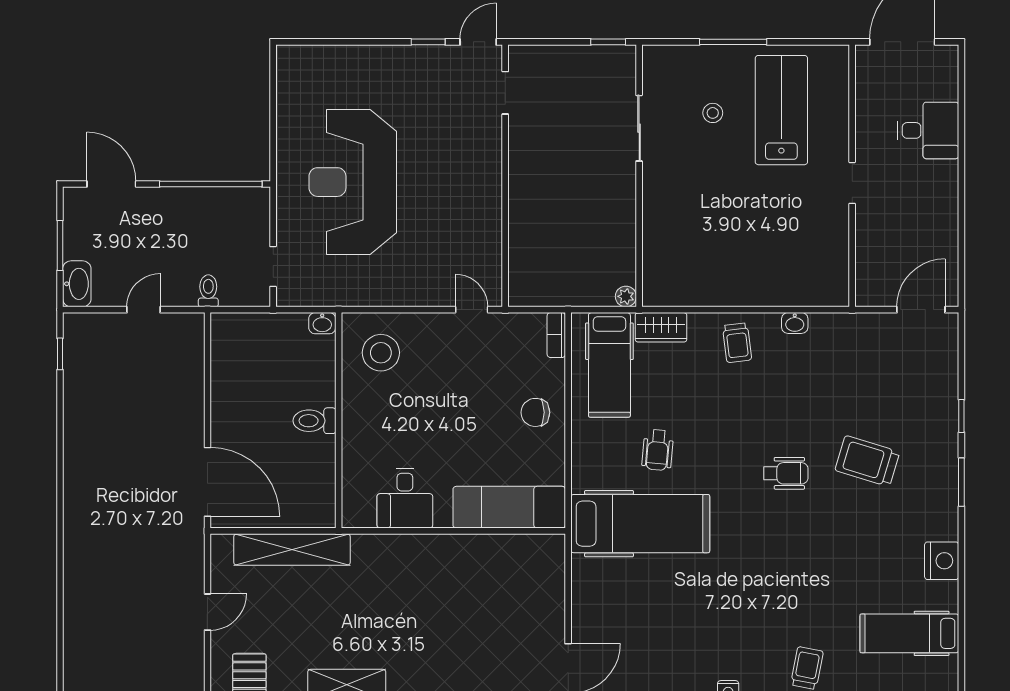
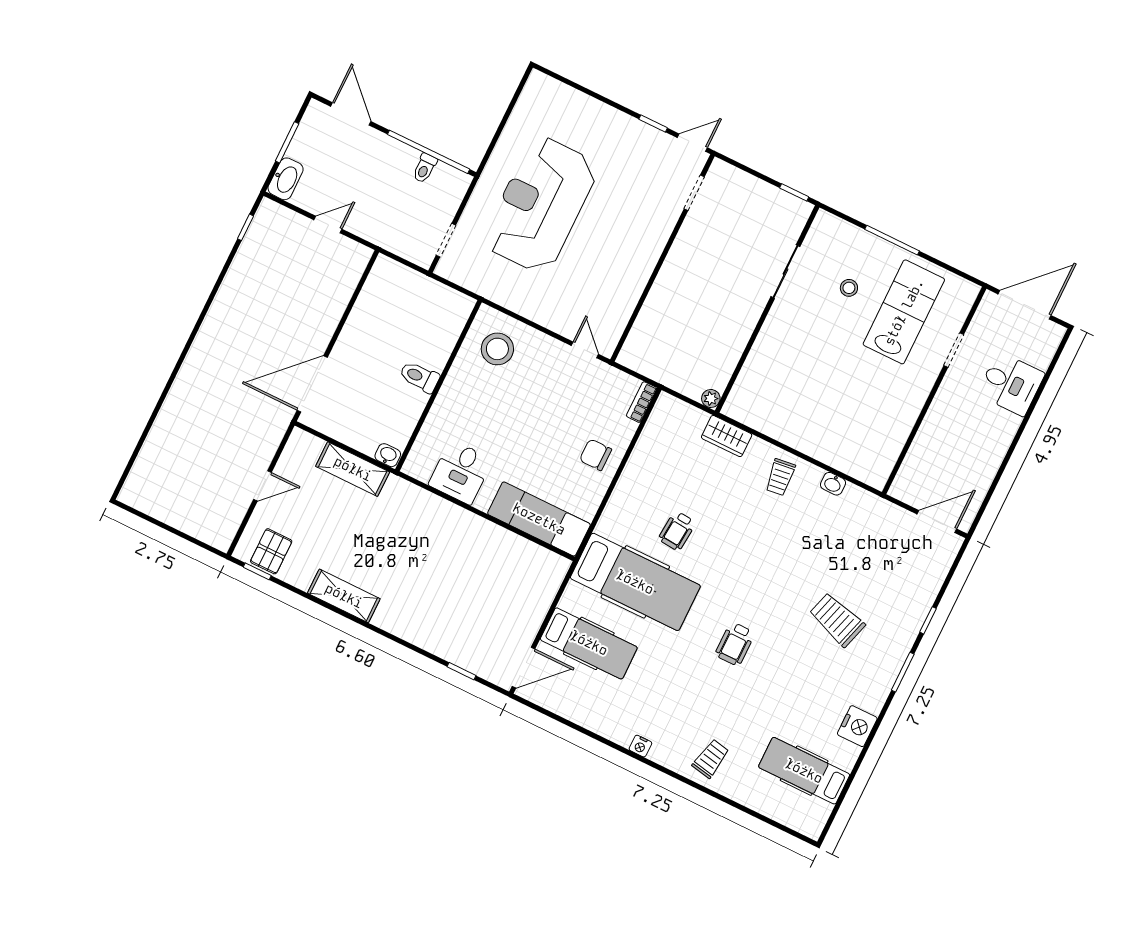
doorway: (852, 183) -> (954, 350), moved
toilet: (208, 291) -> (425, 168), moved, turned 180
washbasin: (322, 323) -> (388, 455), moved, turned 180
hospital bed: (609, 365) -> (589, 643), moved, turned -90
wheelchair: (786, 473) -> (735, 644), moved, turned 90
door: (207, 482) -> (312, 384), swing flipped
shelving: (292, 550) -> (353, 469), width x0.68

